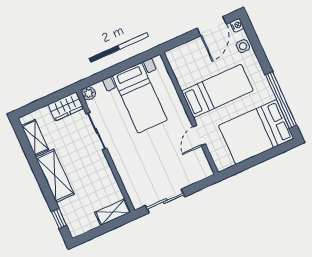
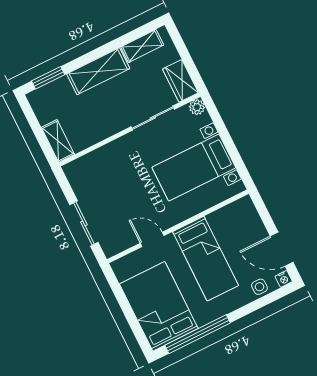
sliding door: (165, 201) -> (84, 223), moved
window: (59, 218) -> (48, 78), width x1.50

